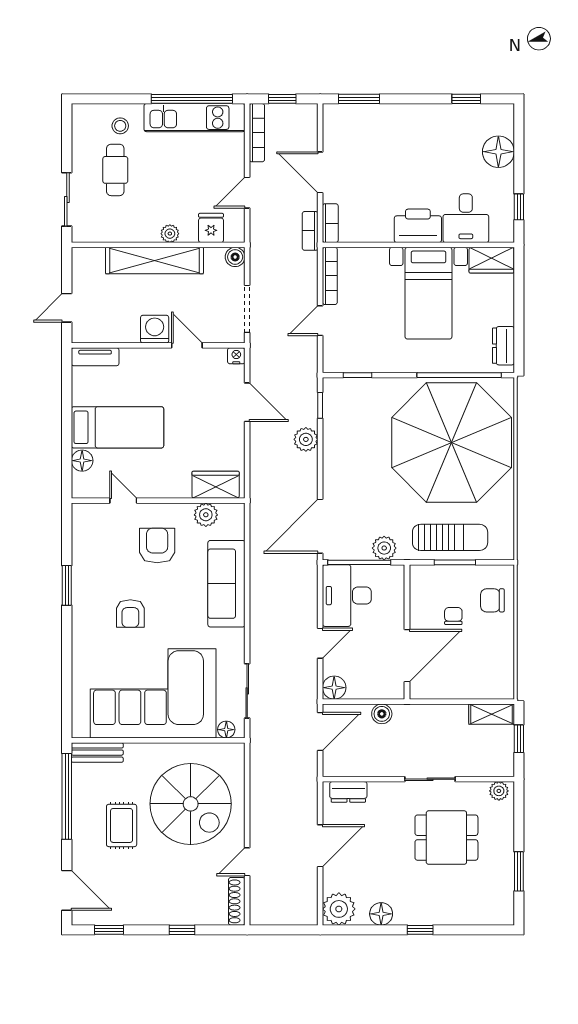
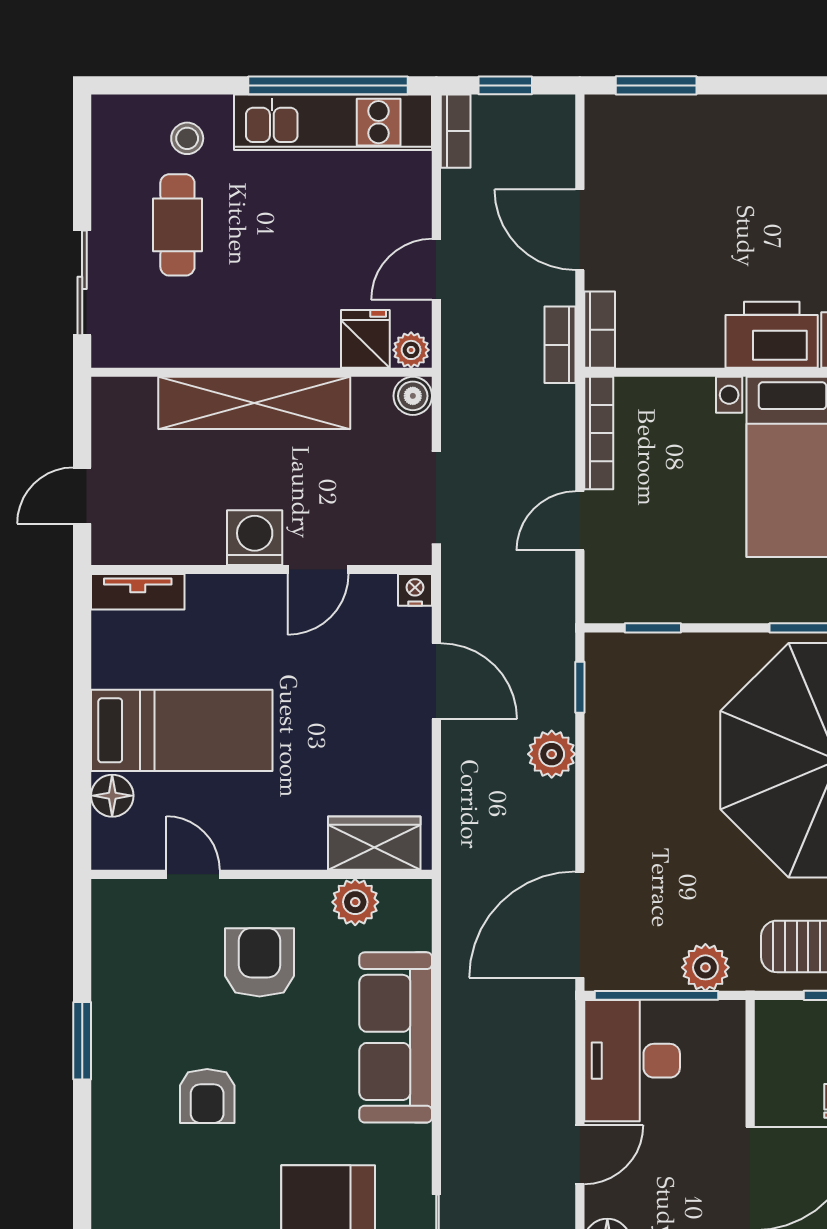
bookcase: (257, 133) -> (456, 131), width x0.64
plant: (170, 234) -> (411, 350), moved
door: (187, 345) -> (318, 570), swing flipped

